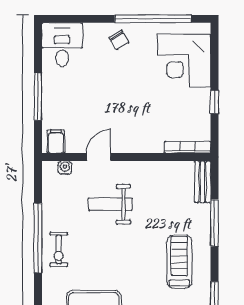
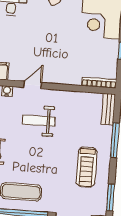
treadmill: (179, 262) -> (87, 167), turned 180

